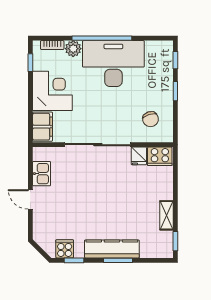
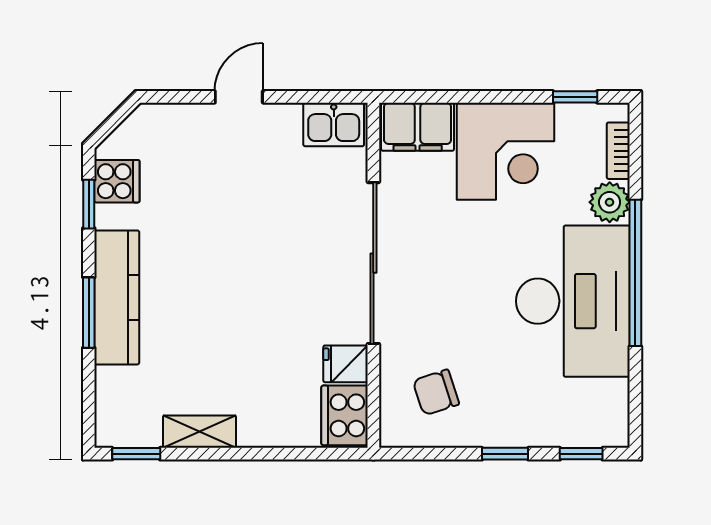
kitchen sink: (42, 174) -> (334, 124), moved

